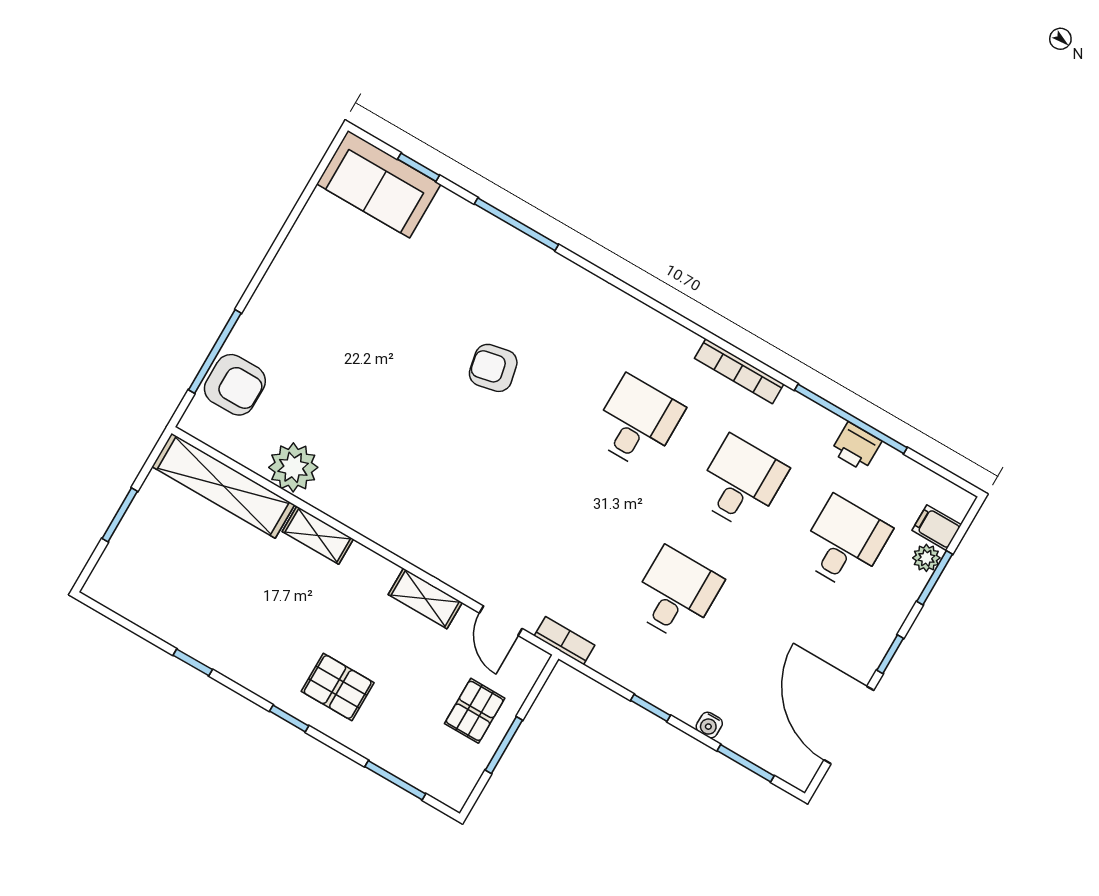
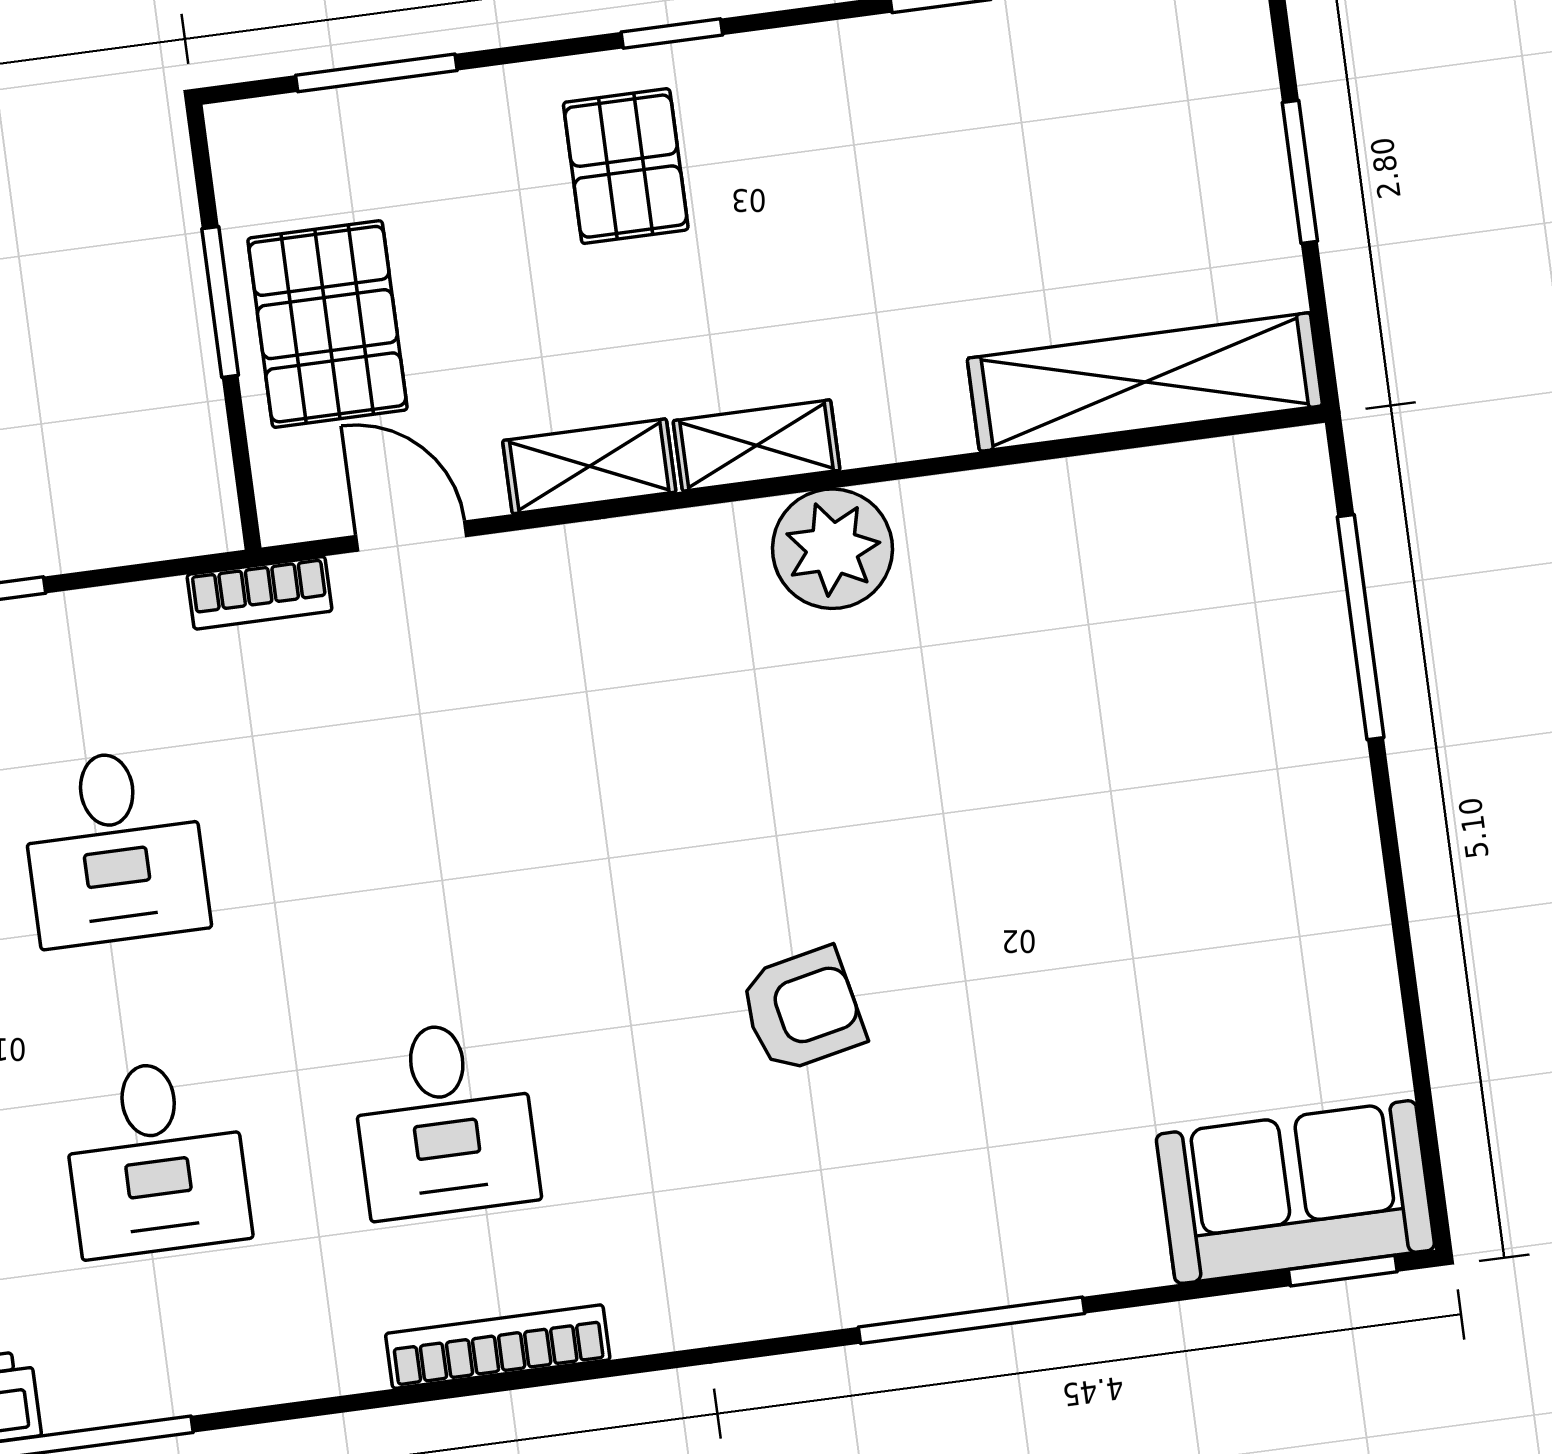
window: (418, 167) -> (1343, 1271), moved
bookcase: (739, 371) -> (498, 1347), moved
armchair: (235, 385) -> (1273, 593), removed
plant: (293, 467) -> (832, 549), moved
shelving: (318, 535) -> (757, 445), moved
pallet: (338, 687) -> (626, 166), turned 90
pallet: (475, 711) -> (327, 324), width x1.50, depth x1.42

